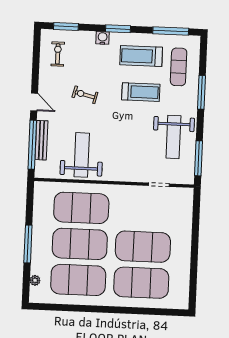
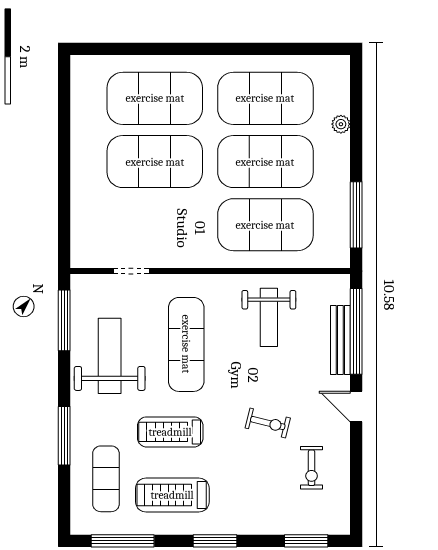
water cooler: (103, 38) -> (241, 524), removed
exercise bike: (58, 54) -> (312, 468), moved
treadmill: (141, 56) -> (172, 495), turned 180
exercise mat: (129, 142) -> (186, 344), added
weight bench: (82, 155) -> (269, 317), width x0.73, depth x0.75
window: (28, 244) -> (356, 215), moved
plant: (35, 280) -> (341, 124), moved

